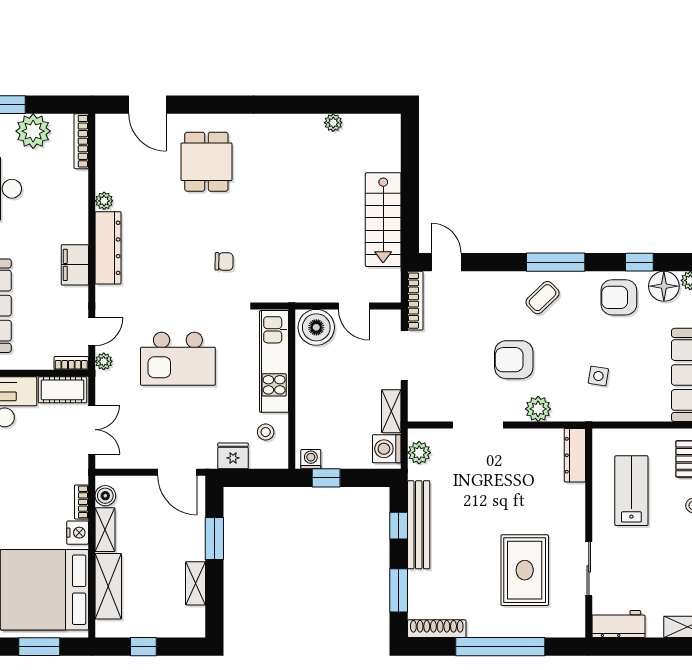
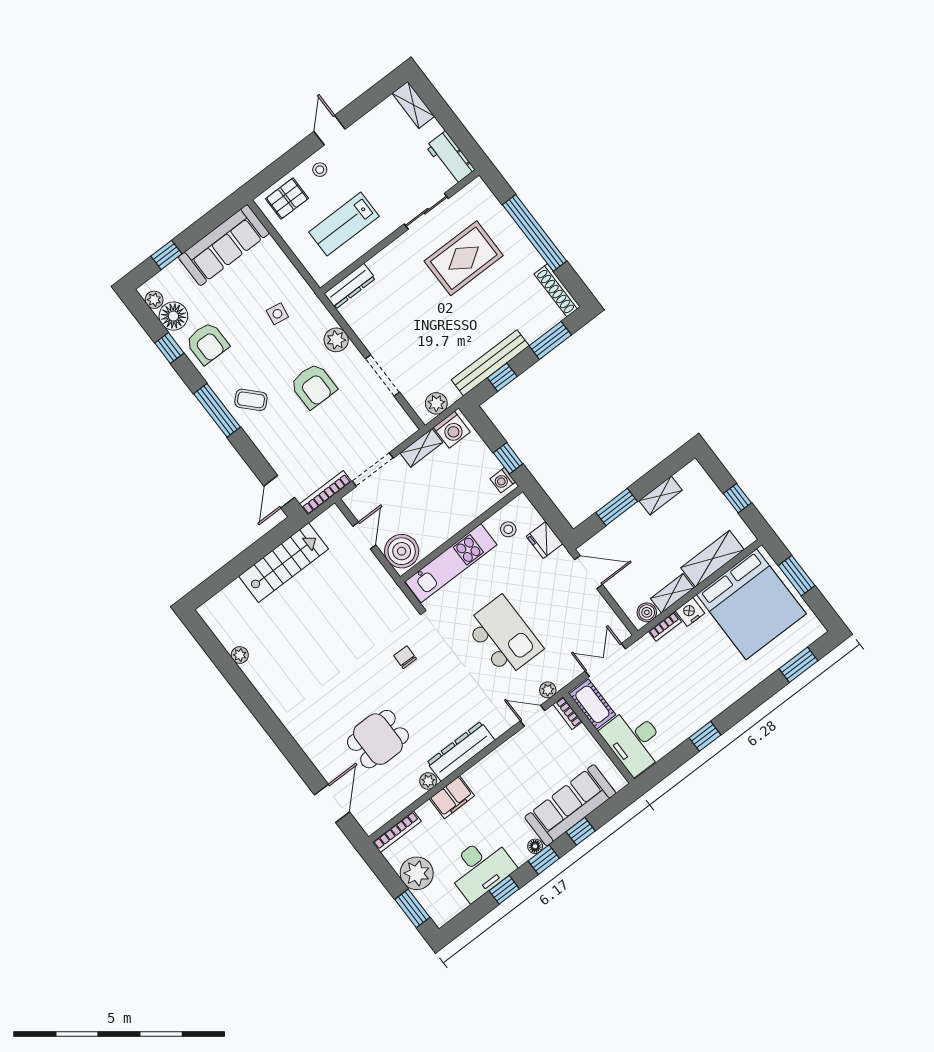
dining table: (206, 162) -> (378, 739), moved
filing cabinet: (75, 265) -> (452, 797), moved
door: (177, 472) -> (588, 572), hinge flipped

